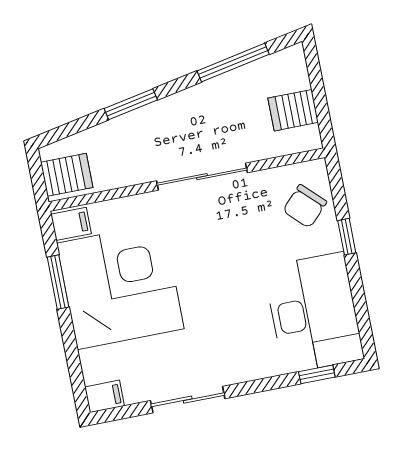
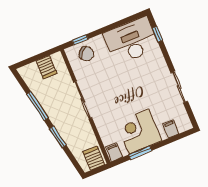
window: (233, 63) -> (38, 106), moved
window: (347, 237) -> (80, 40), moved
corner desk: (120, 286) -> (139, 132), width x0.74, depth x0.74
filing cabinet: (105, 396) -> (171, 129), moved

